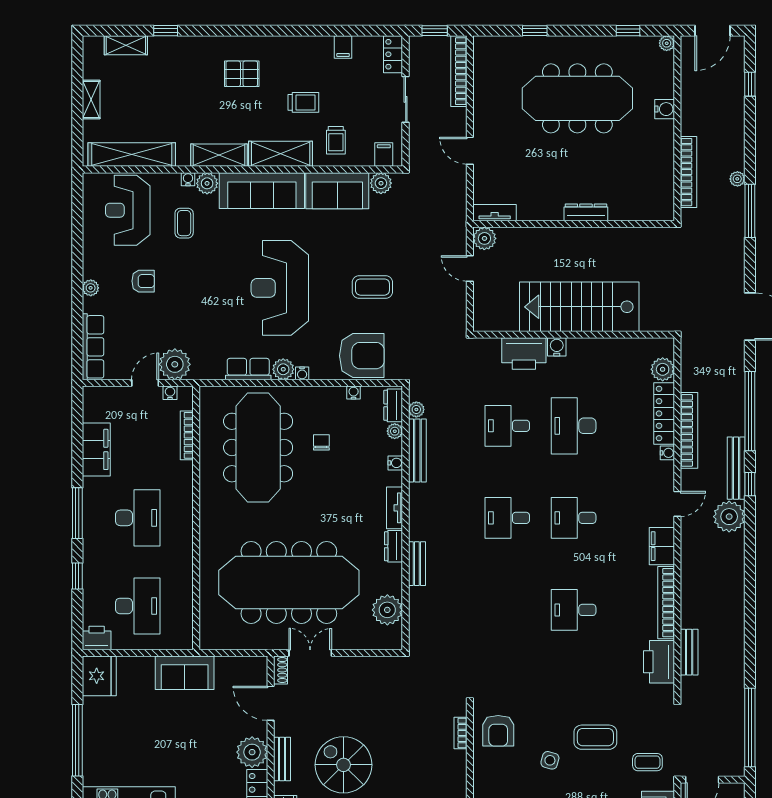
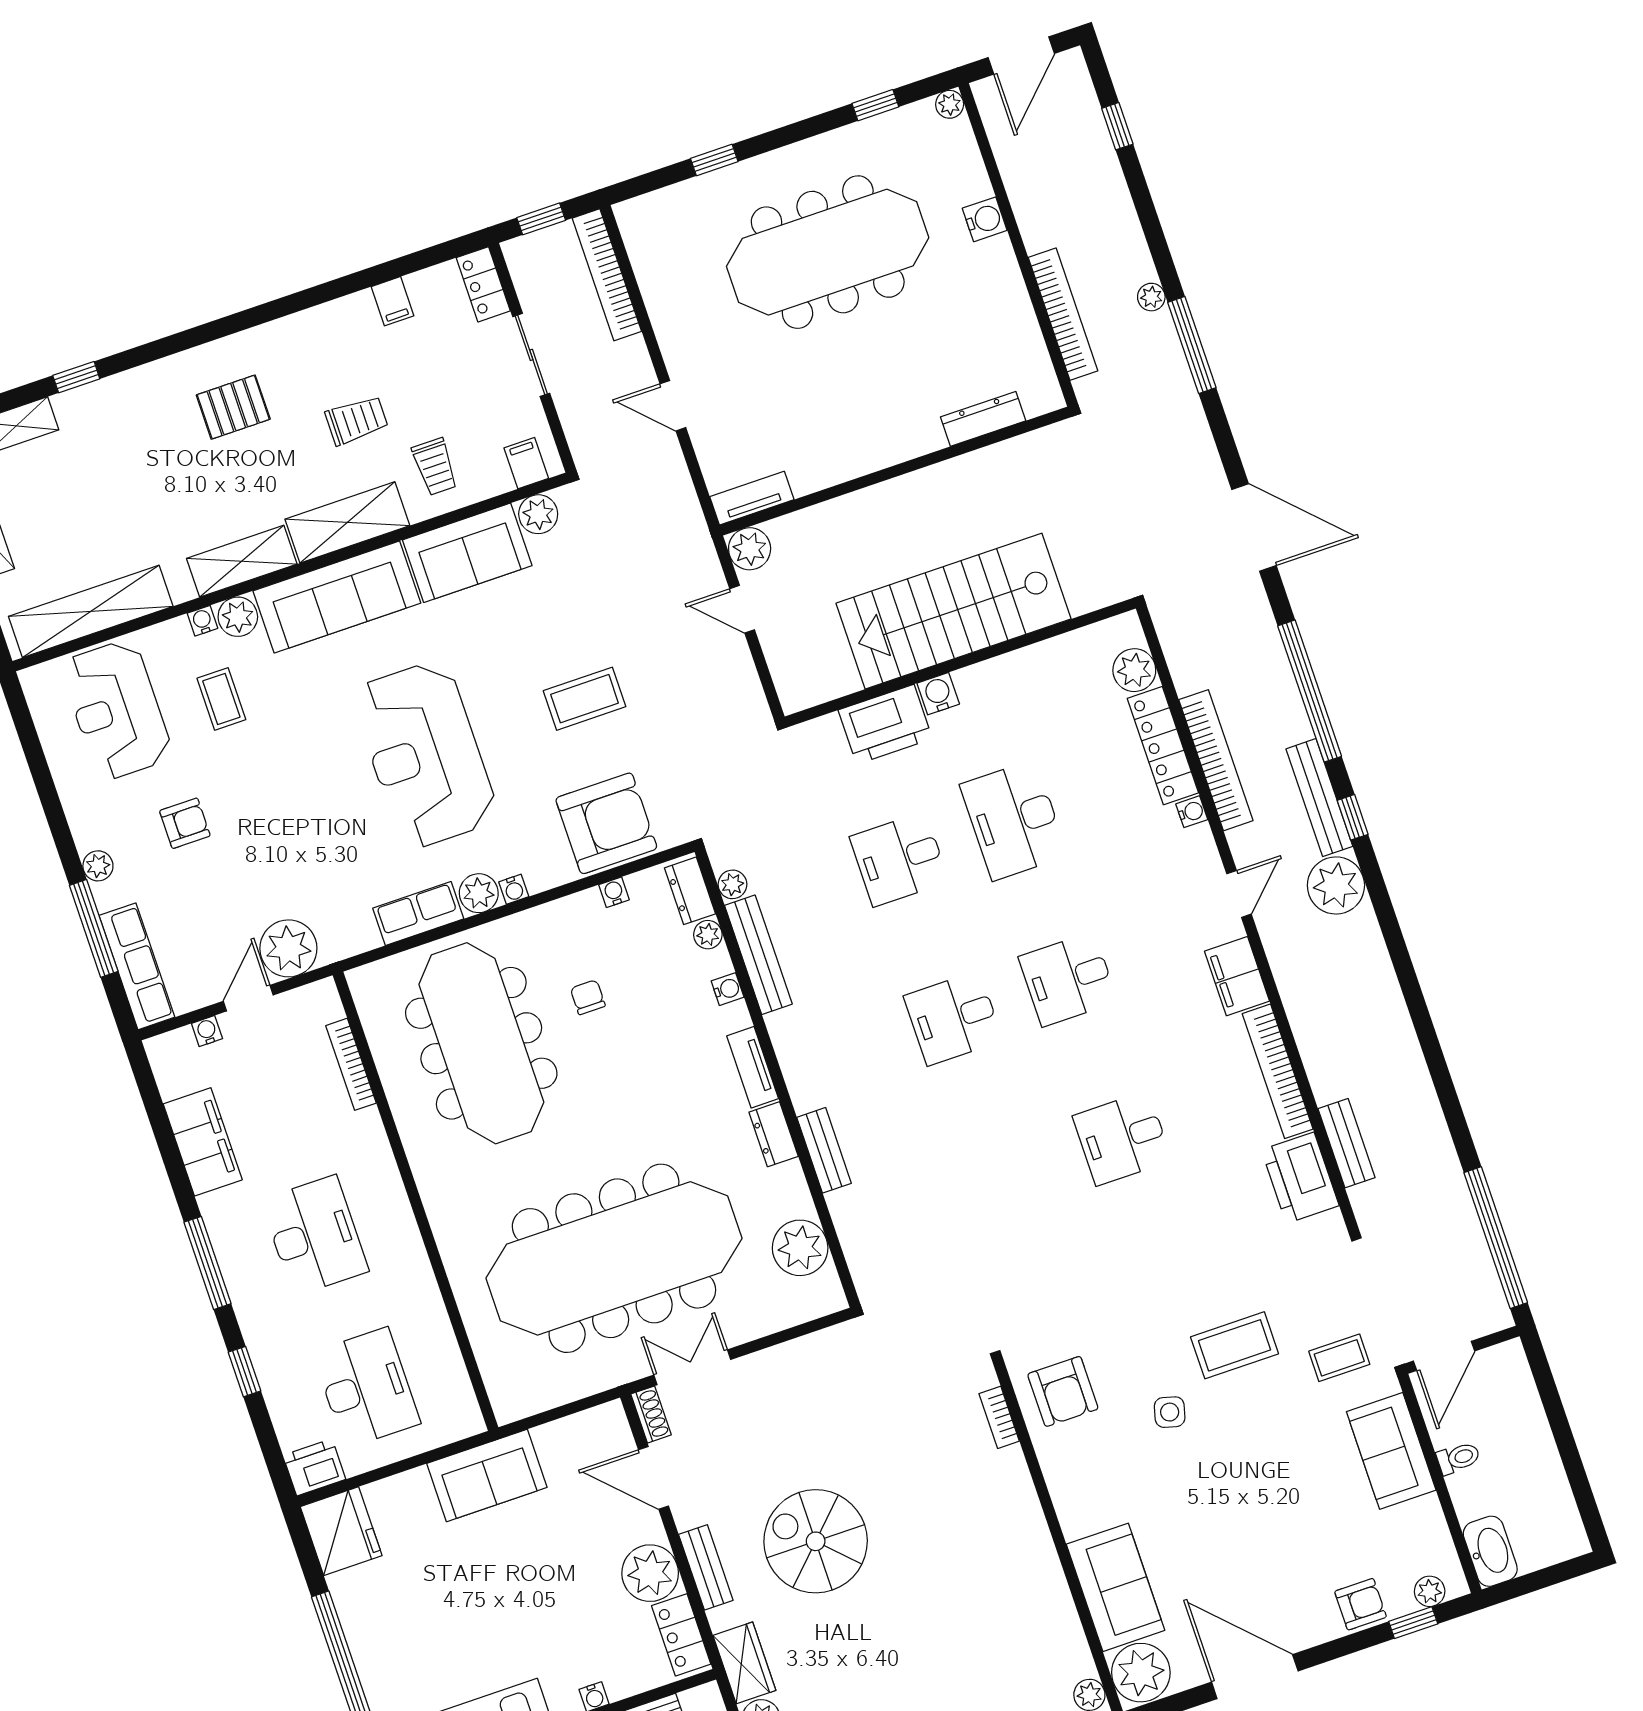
dresser: (586, 212) -> (983, 419), moved
window: (77, 320) -> (94, 928), added
water cooler: (170, 393) -> (207, 1031), moved

